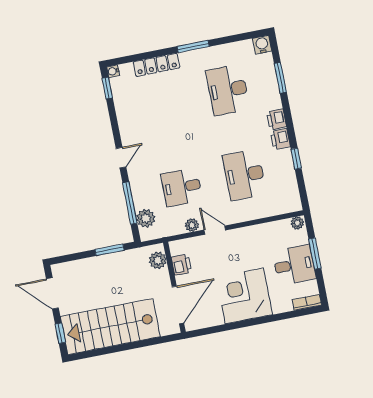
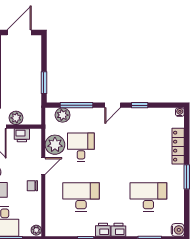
window: (107, 88) -> (140, 105), moved
door: (121, 158) -> (113, 105), hinge flipped
plant: (192, 225) -> (55, 145), width x1.87, depth x1.87
chair: (242, 239) -> (32, 186), added
plant: (158, 260) -> (16, 118), moved

